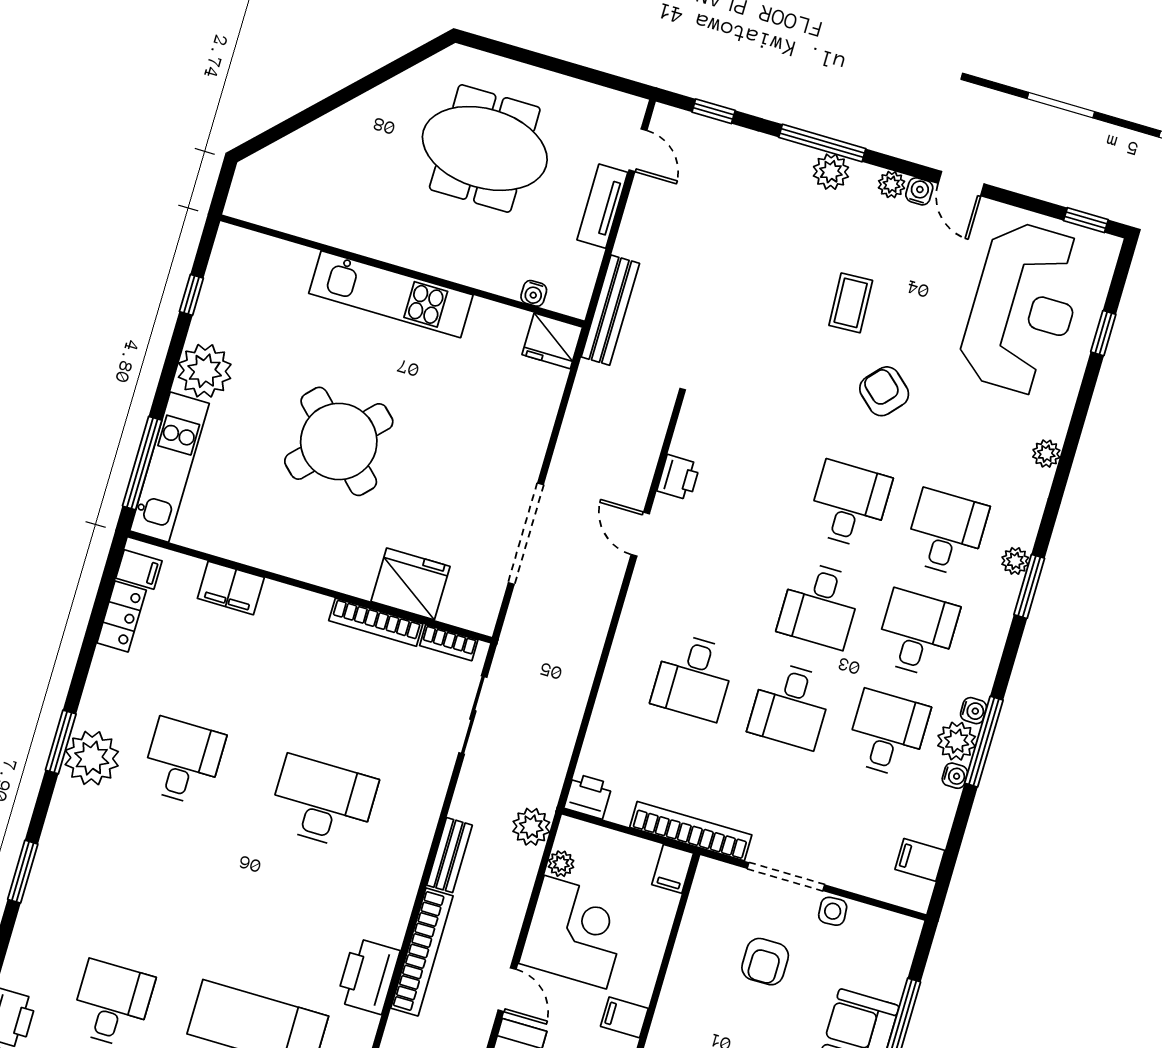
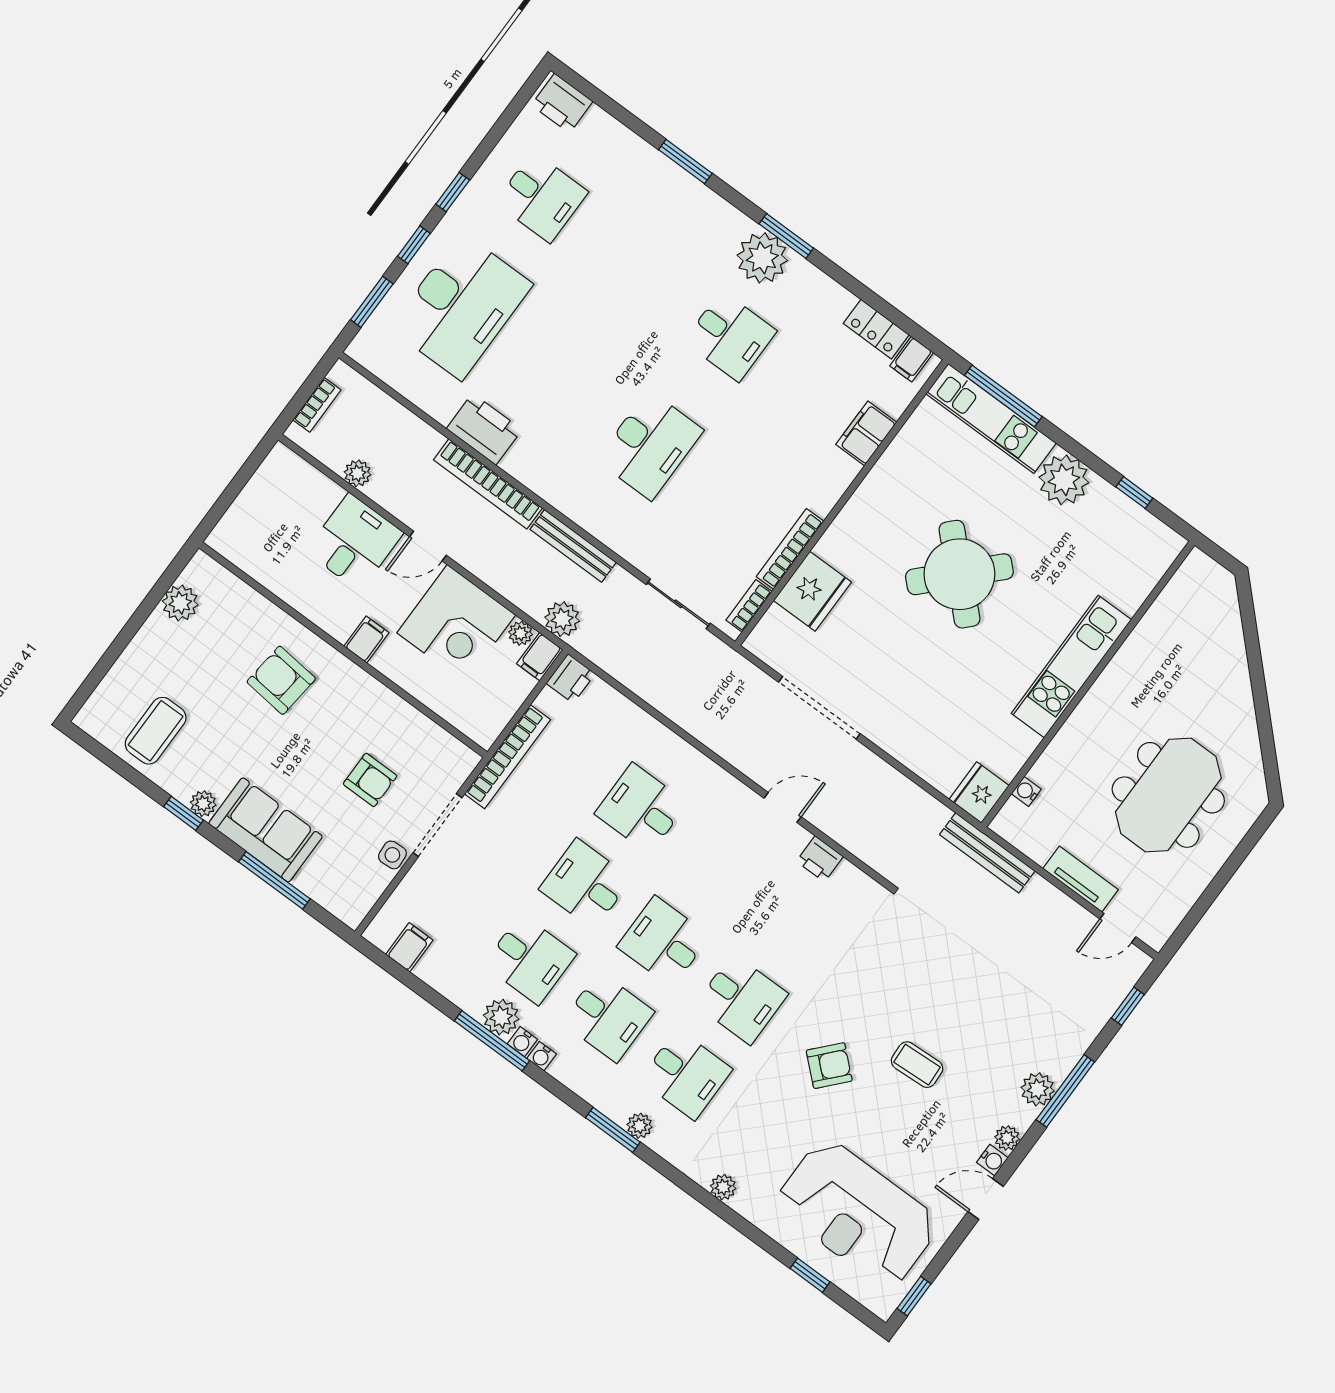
water cooler: (955, 776) -> (542, 1056), moved
bench: (449, 855) -> (573, 546), width x1.36
filing cabinet: (673, 869) -> (540, 657), moved, turned -90
armchair: (765, 962) -> (370, 780), turned 180

